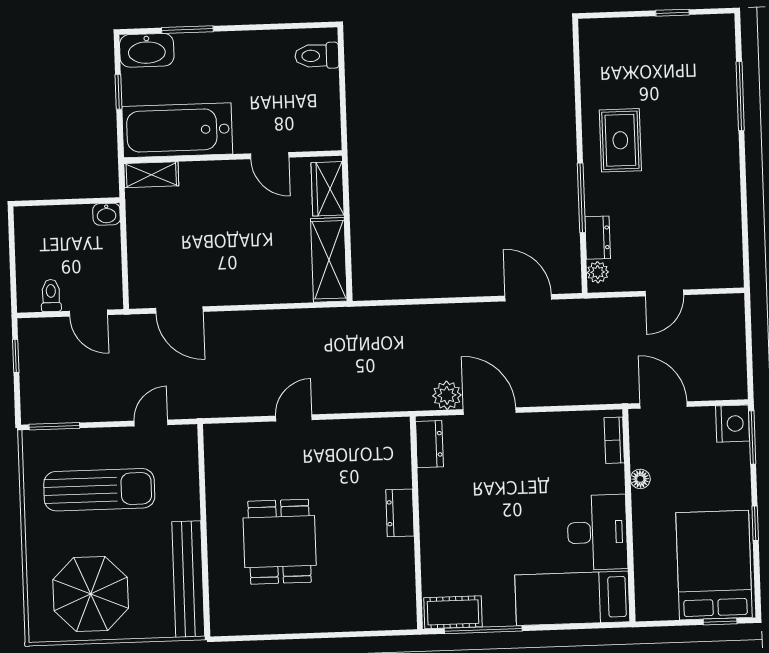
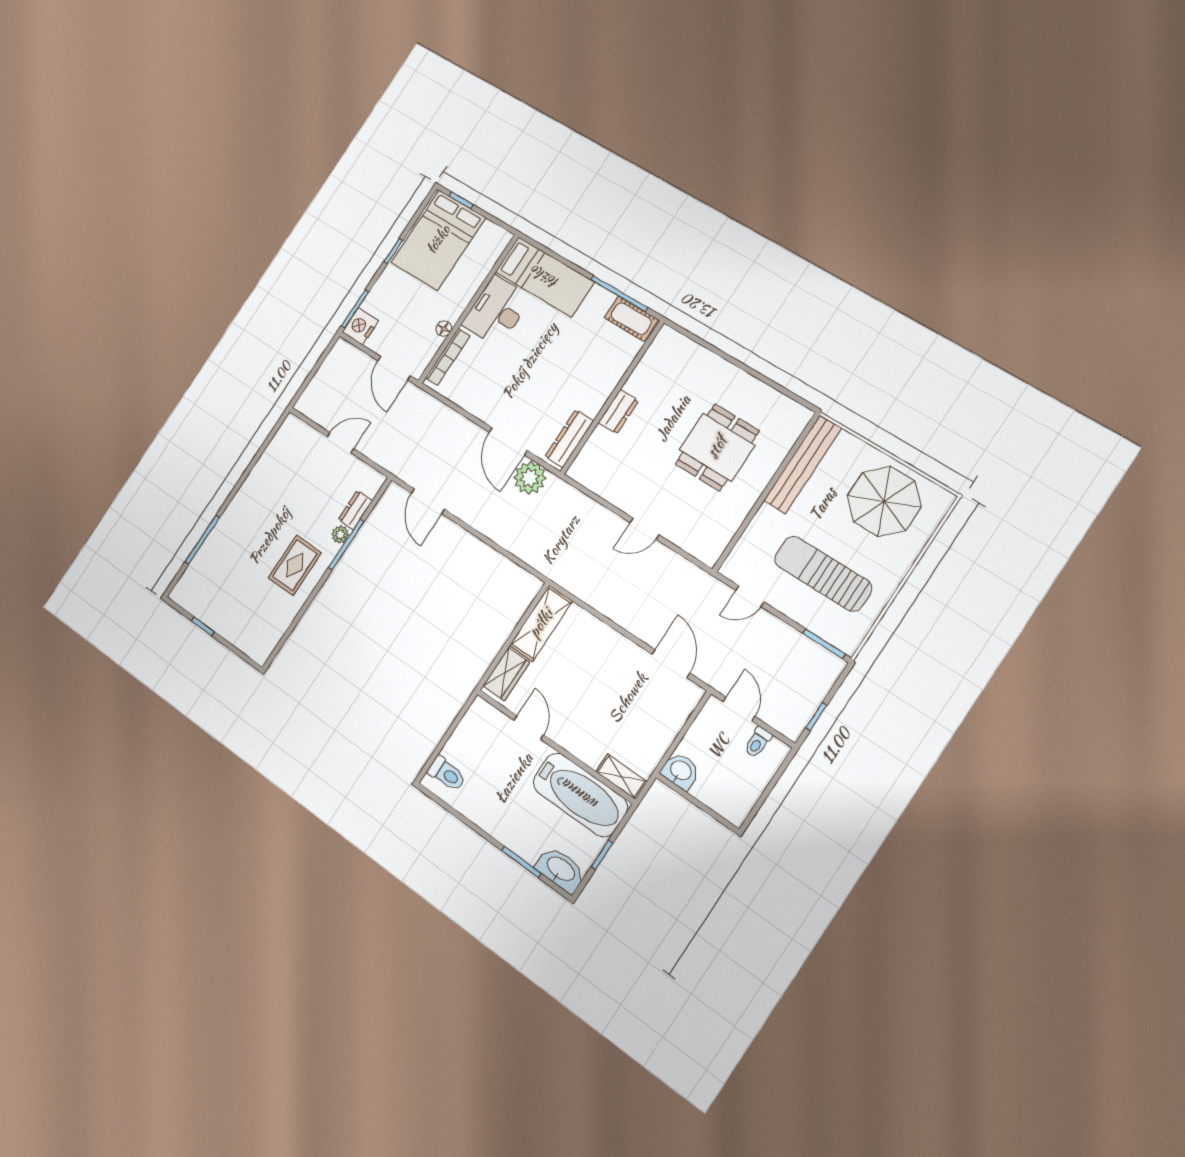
washbasin: (107, 214) -> (680, 771), width x1.38, depth x1.45
plant: (598, 272) -> (340, 534), moved
plant: (447, 395) -> (530, 478), width x1.36, depth x1.36
bookcase: (614, 440) -> (448, 357), width x1.56
dresser: (429, 444) -> (569, 439), width x1.44

